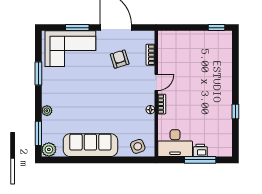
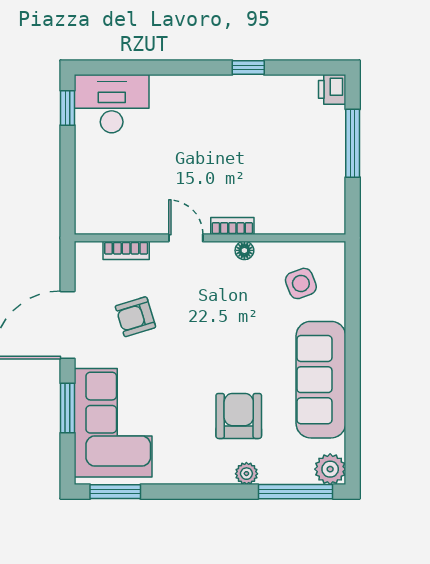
window: (38, 73) -> (115, 492), moved
armchair: (74, 107) -> (239, 416), added
window: (38, 133) -> (296, 492), width x1.44
desk: (175, 143) -> (112, 104), moved, turned -90
side table: (138, 146) -> (301, 283), moved
printer: (200, 150) -> (332, 89), moved

